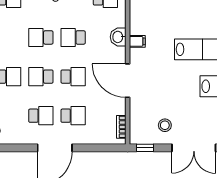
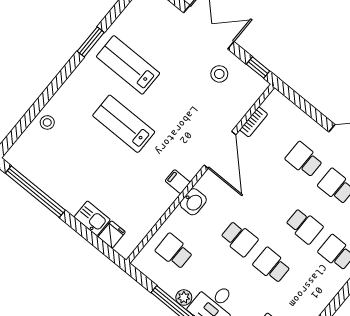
school desk: (41, 37) -> (272, 265), turned 180
school desk: (73, 77) -> (272, 199), removed
bookcase: (121, 127) -> (254, 122), moved

